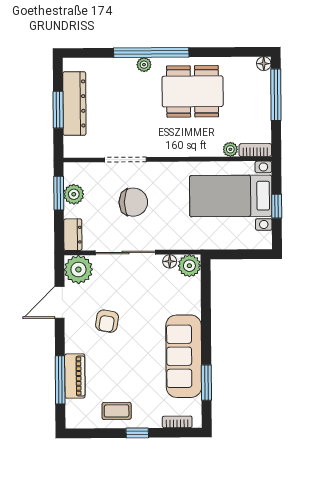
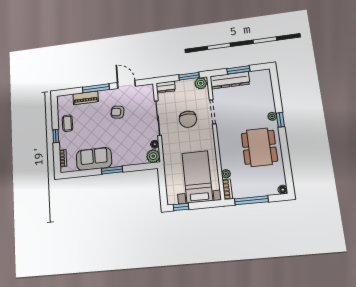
window: (151, 53) -> (280, 120), width x0.32
window: (276, 95) -> (251, 200), moved
dresser: (74, 104) -> (230, 80), moved
plant: (74, 194) -> (201, 83), moved
window: (277, 206) -> (181, 207), moved
plant: (78, 269) -> (146, 93), removed
sofa: (184, 356) -> (94, 159), width x0.73
window: (60, 380) -> (96, 88), moved
window: (206, 383) -> (112, 170), moved

